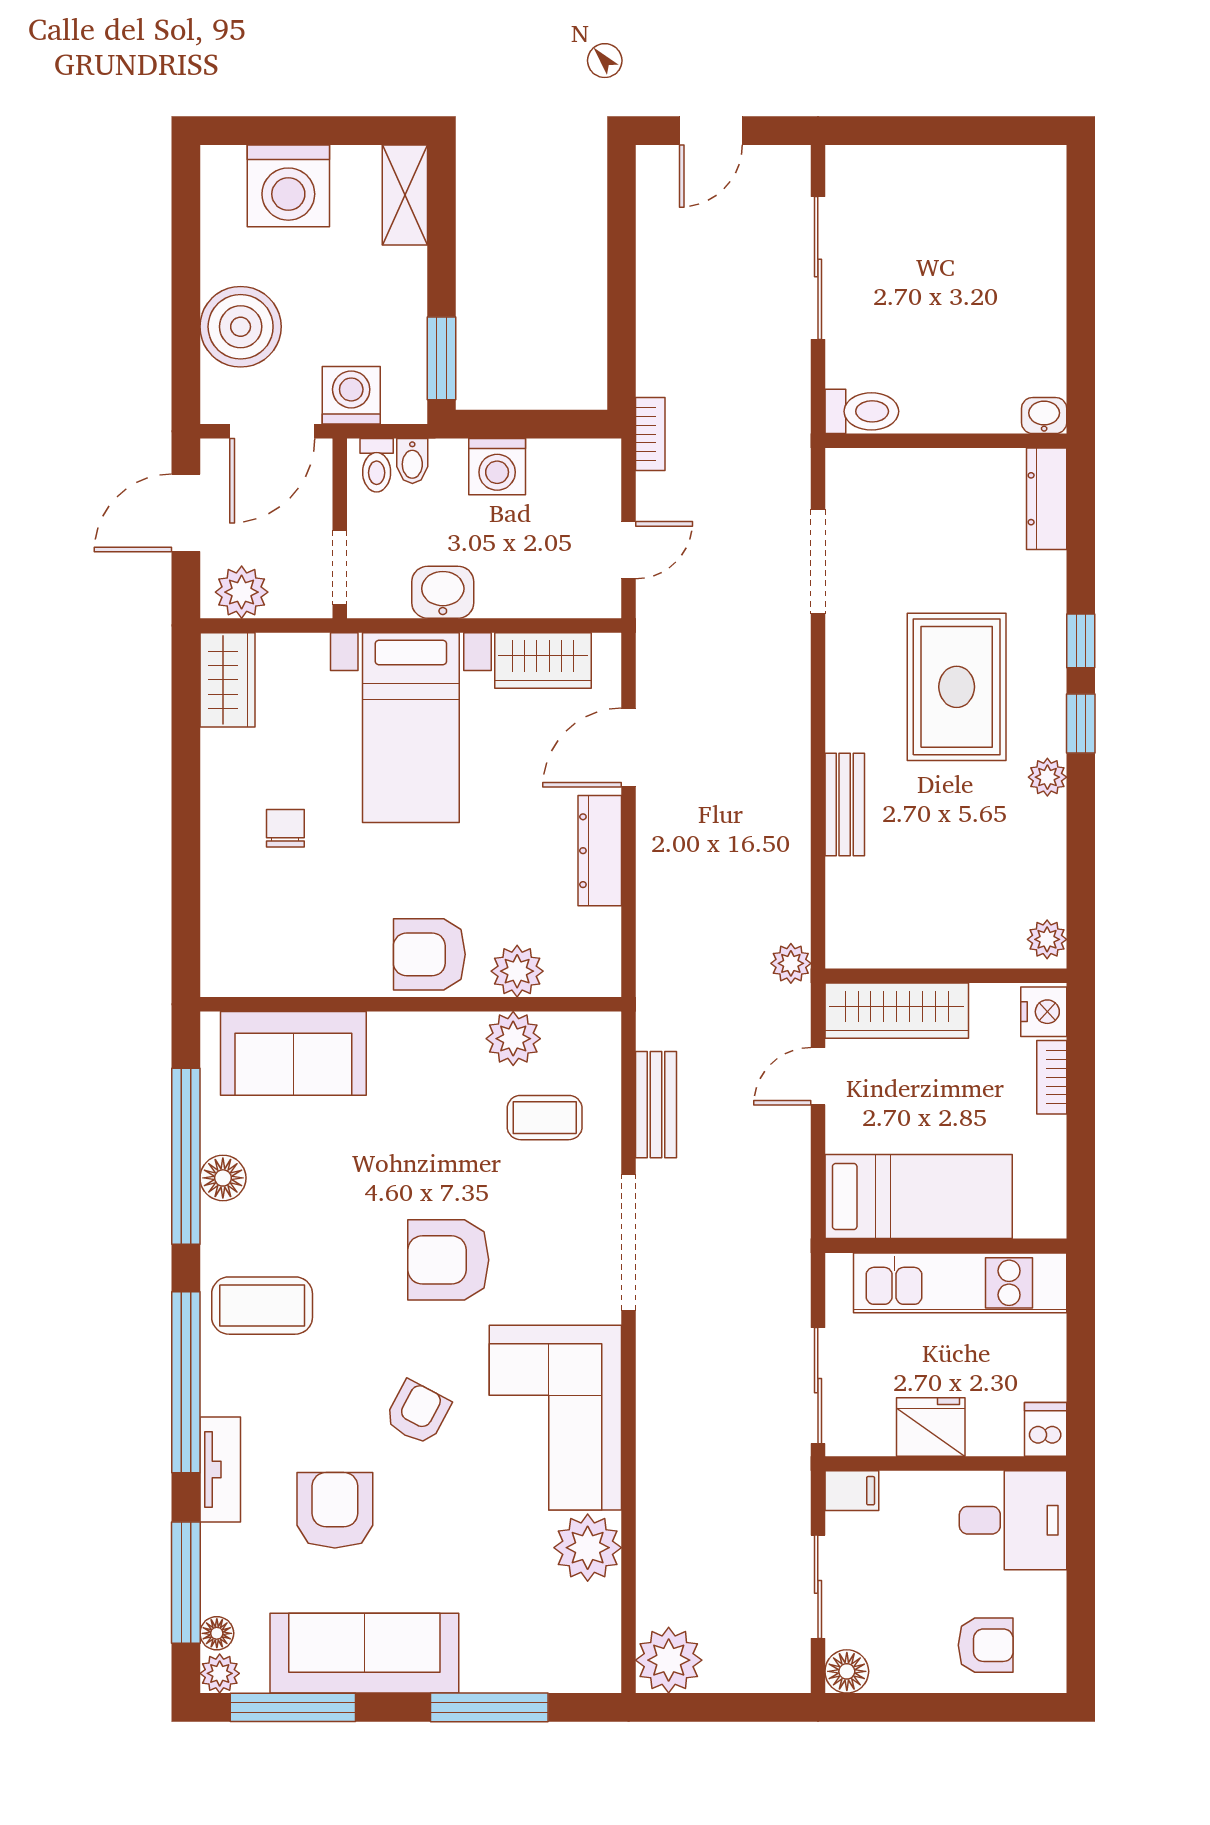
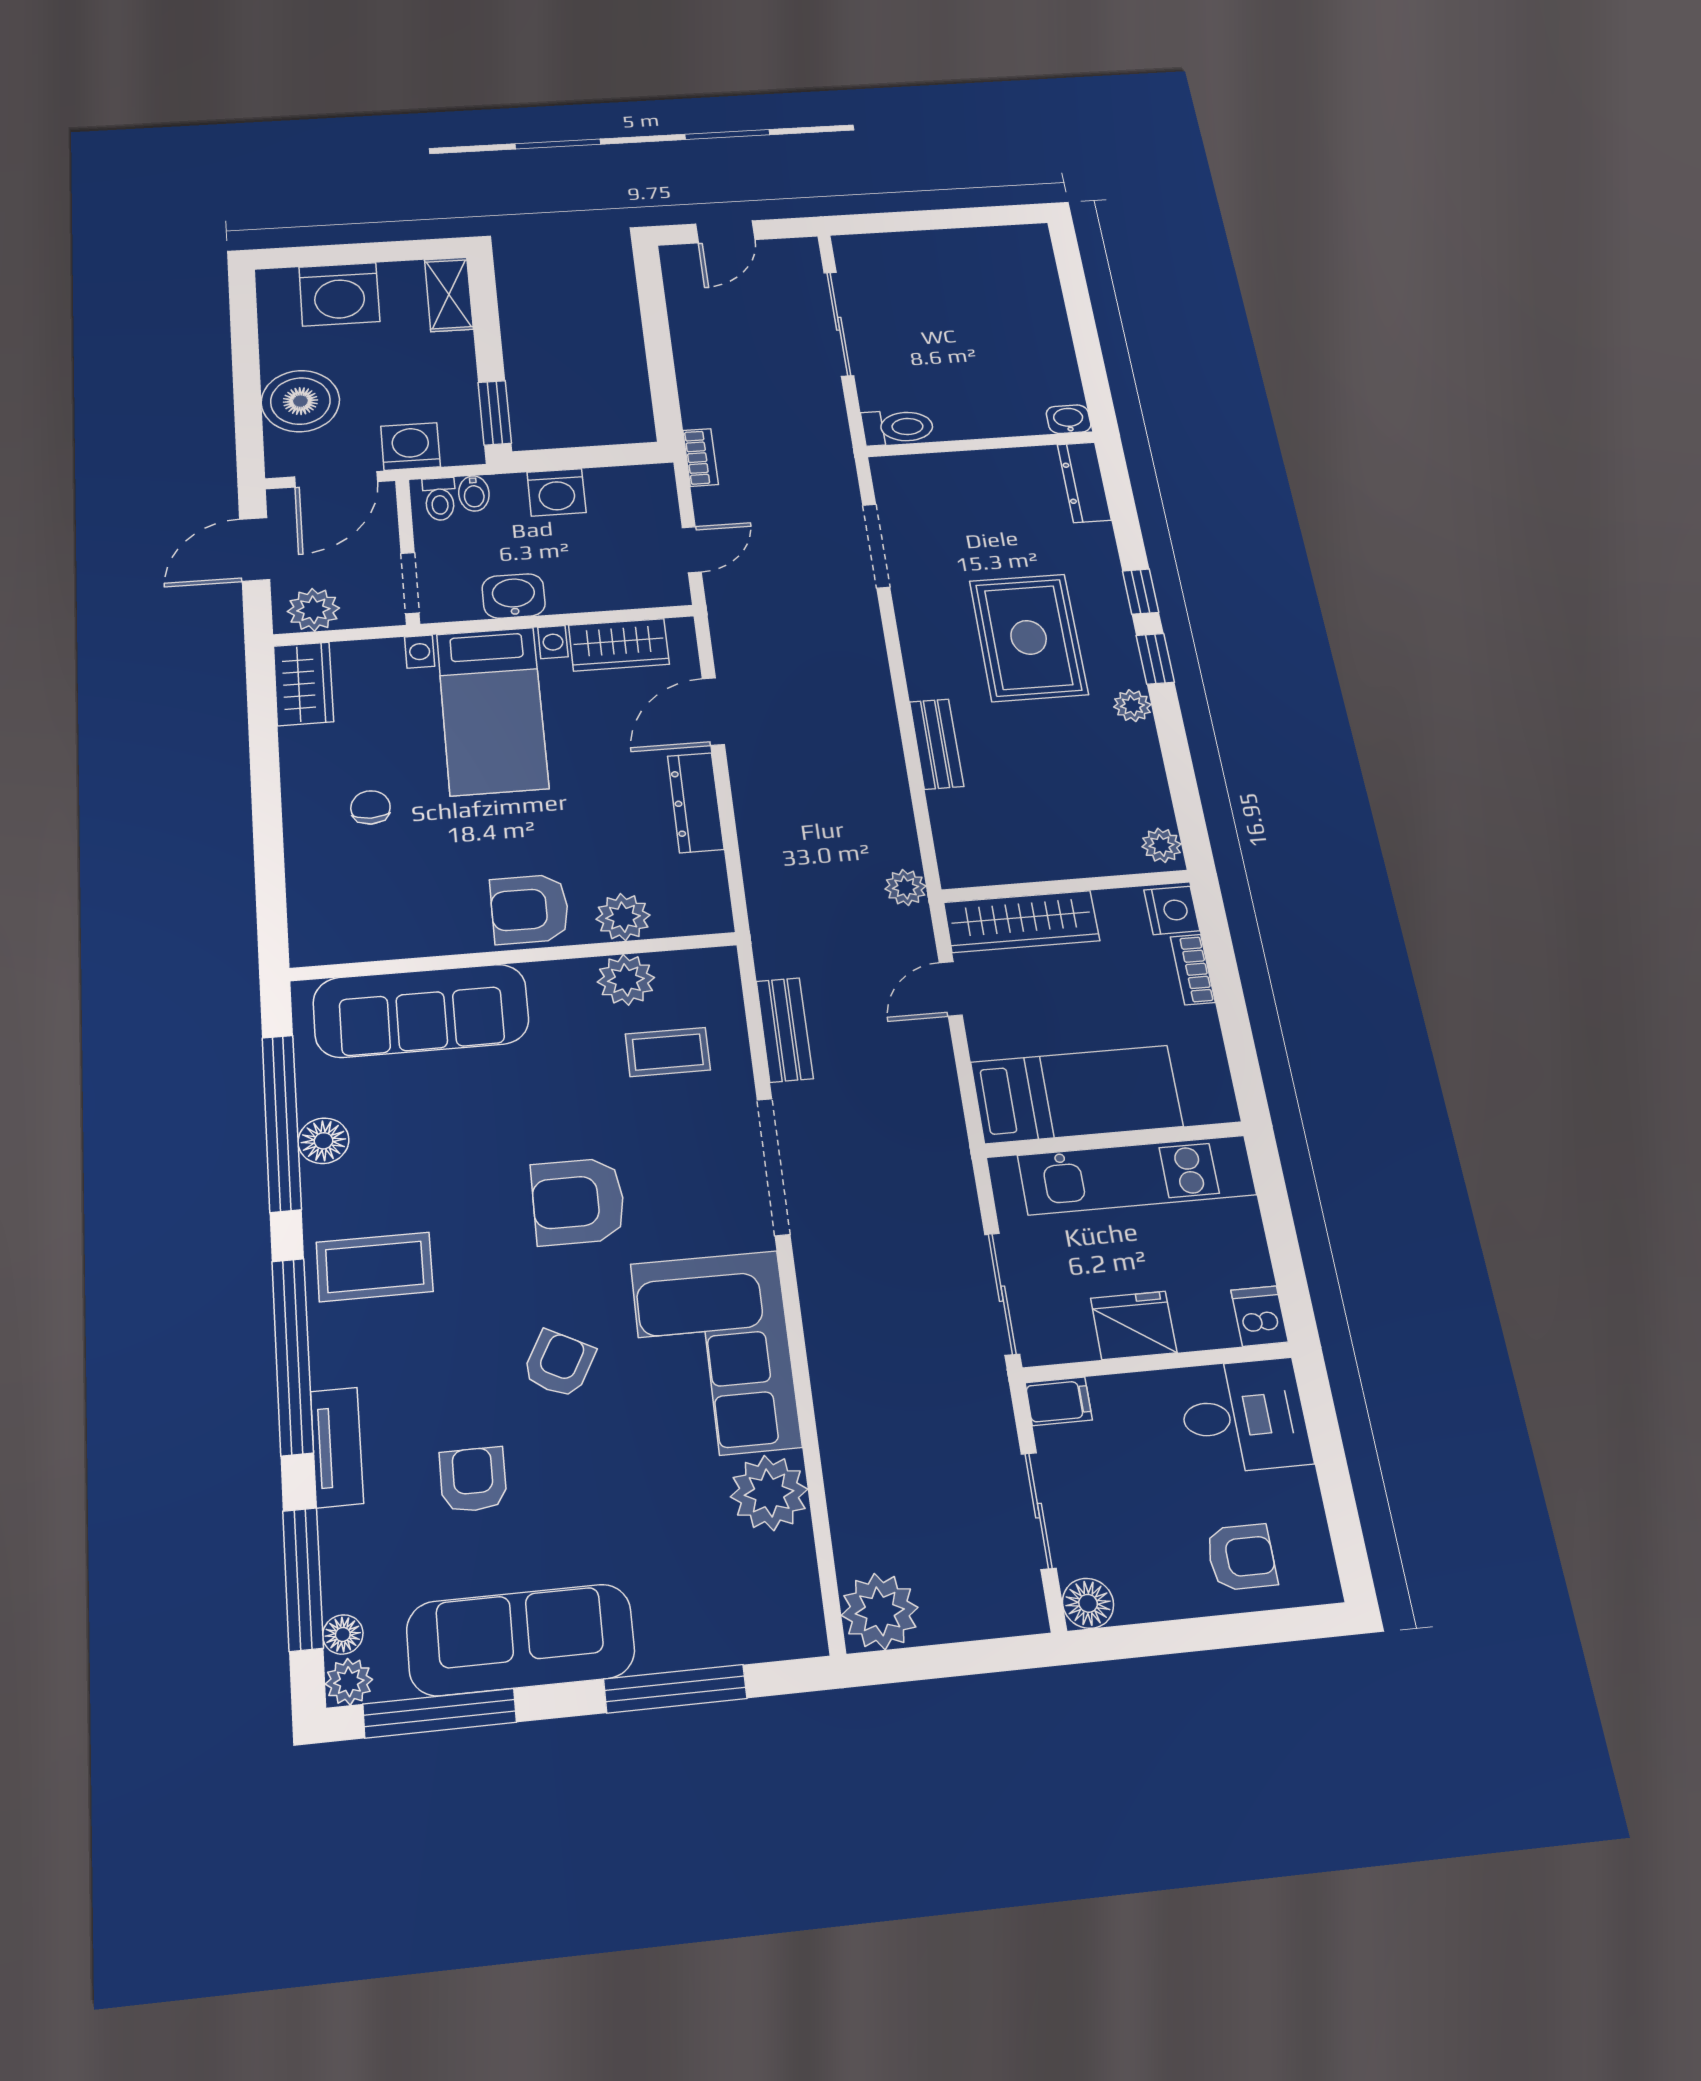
sofa: (293, 1053) -> (421, 1011), width x1.36
armchair: (335, 1510) -> (473, 1480), width x0.72, depth x0.72

